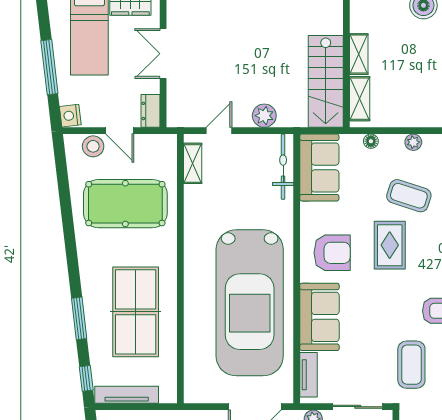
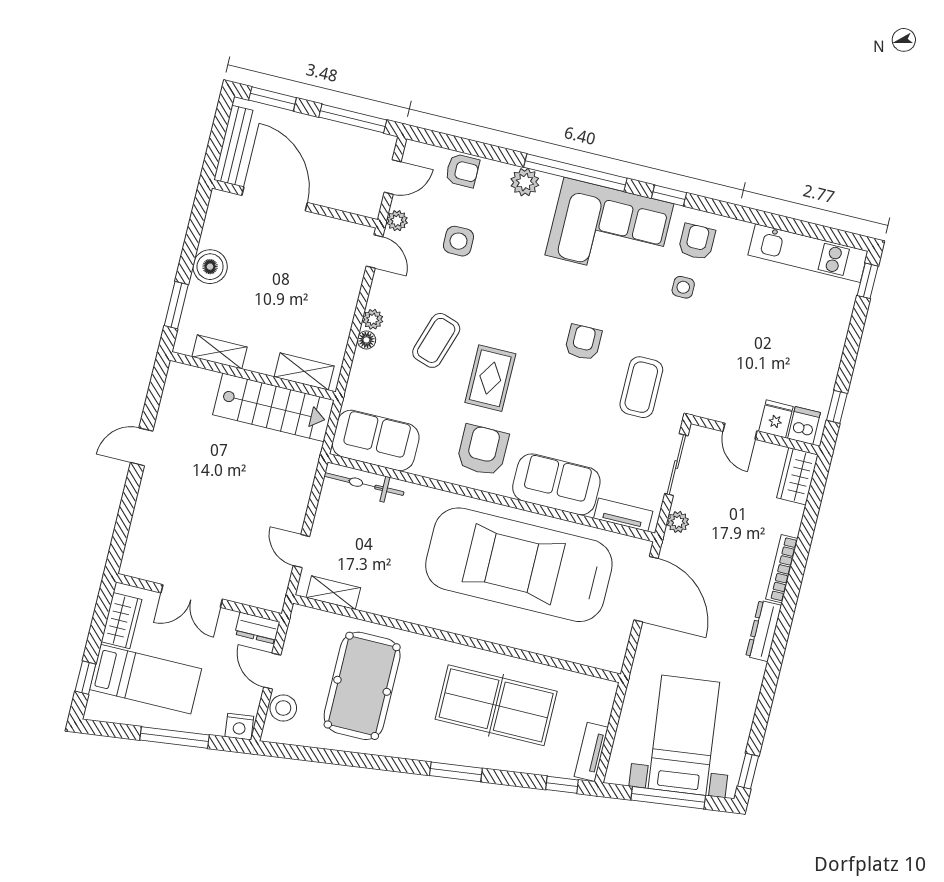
shelving: (359, 54) -> (219, 352), moved
plant: (264, 116) -> (297, 492), removed
door: (120, 131) -> (272, 671), swing flipped
floor lamp: (371, 141) -> (366, 340), moved
rug: (390, 245) -> (490, 378), turned 90
car: (250, 303) -> (519, 565), turned 180
window: (79, 318) -> (456, 772), moved
coffee table: (411, 365) -> (641, 387), turned 90
tv unit: (127, 395) -> (591, 752), width x0.71

